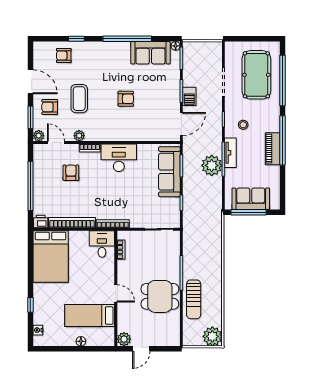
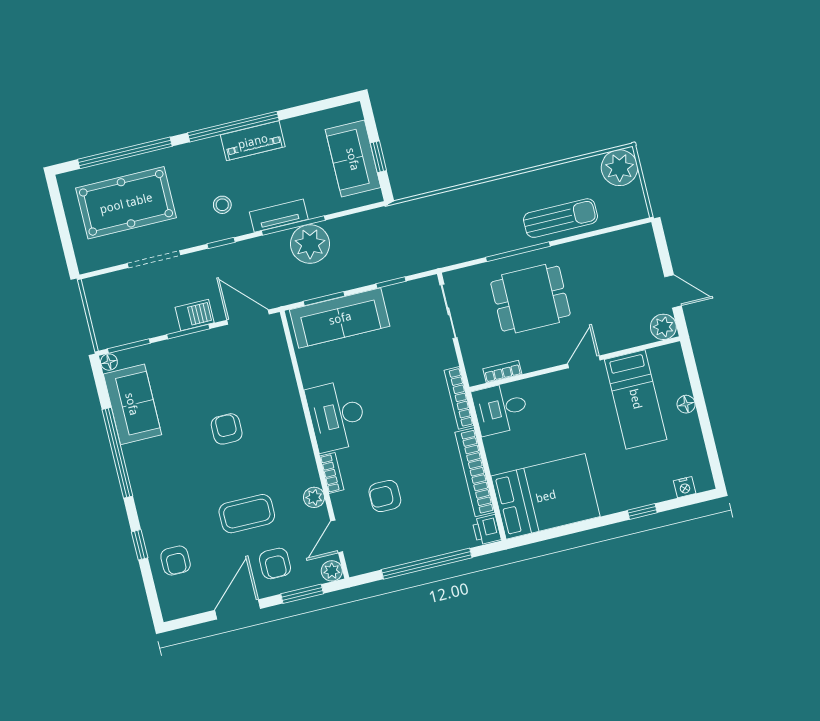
window: (249, 212) -> (378, 157), width x0.46
dining table: (160, 296) -> (531, 299), moved, turned 90

